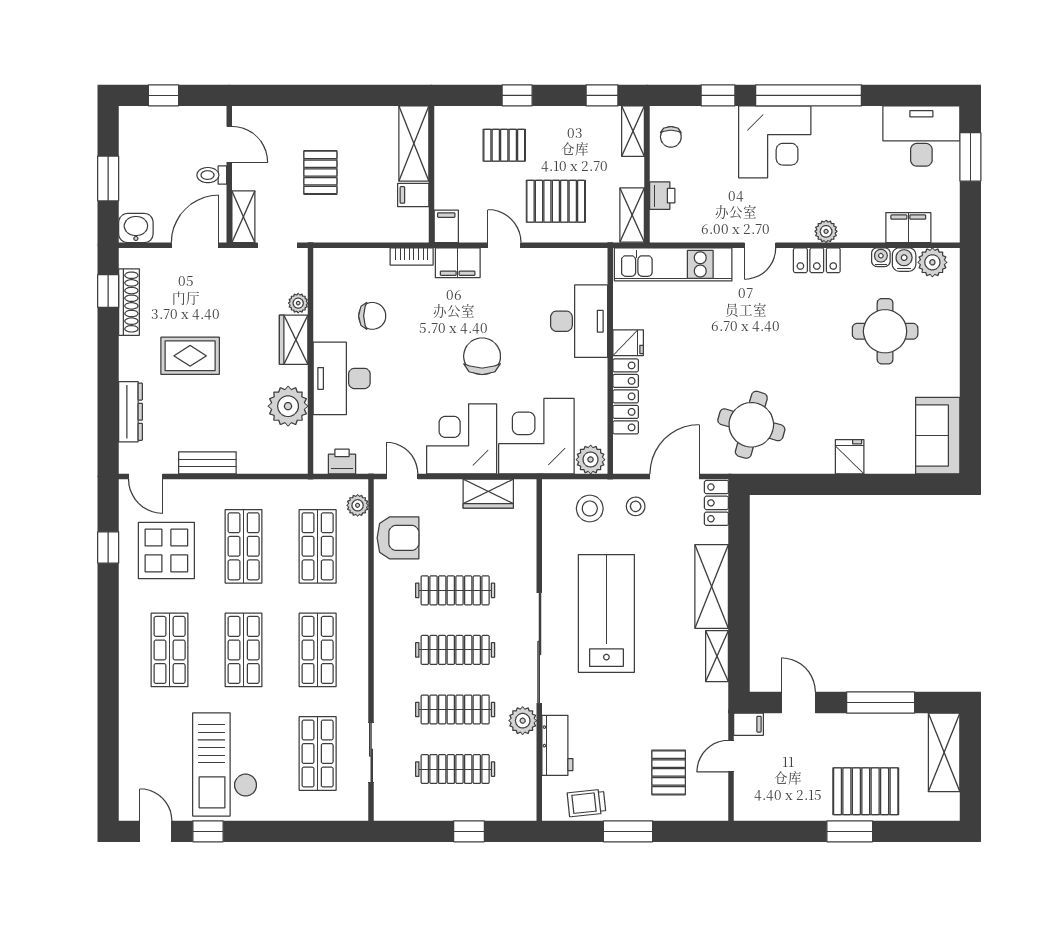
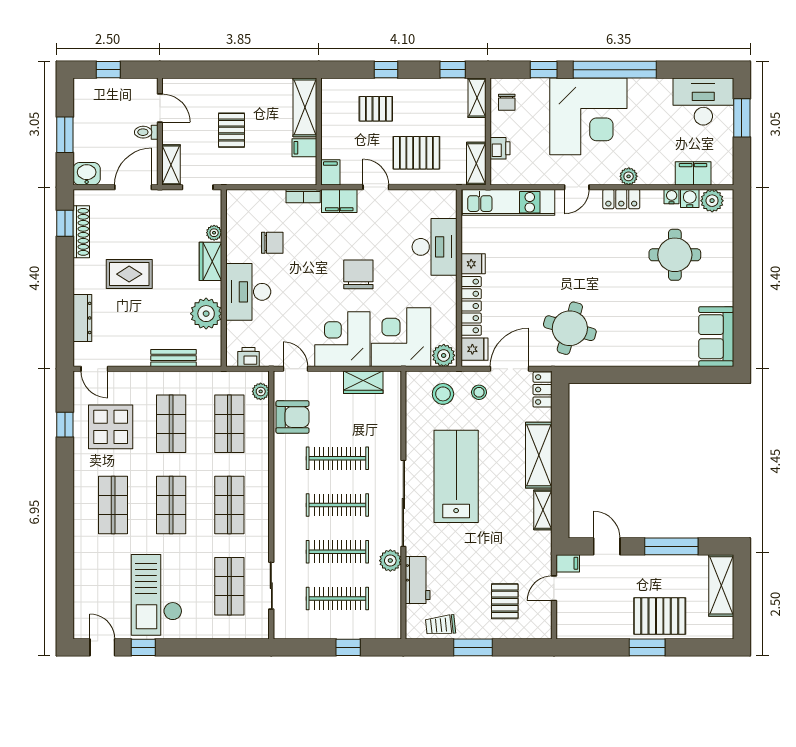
corner desk: (775, 142) -> (588, 116), width x1.36, depth x1.36
fridge: (850, 457) -> (475, 349), moved, turned 90
bench: (207, 463) -> (173, 358), moved

